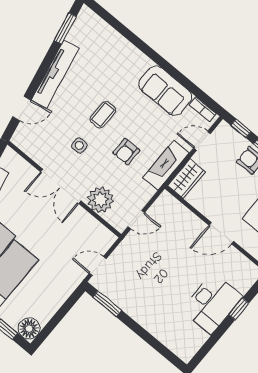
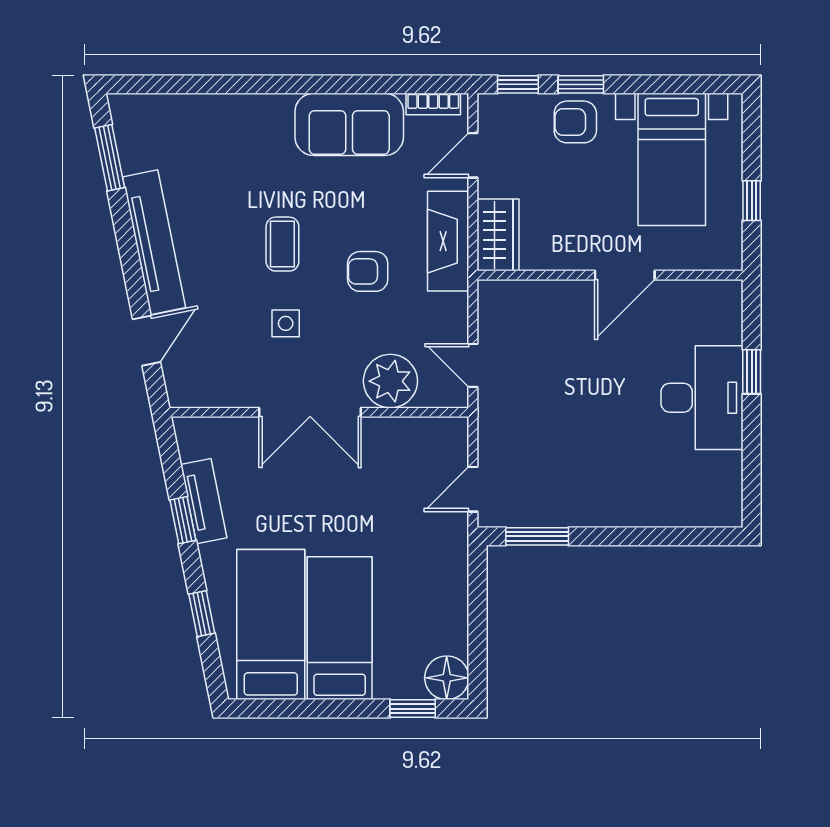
armchair: (126, 152) -> (368, 271), turned 90
door: (136, 220) -> (473, 365), swing flipped

